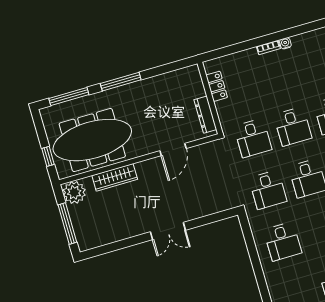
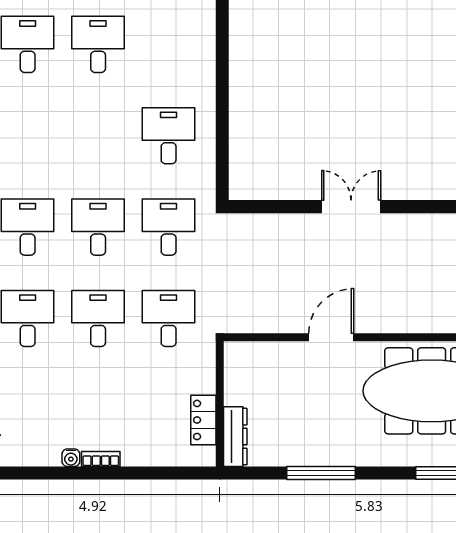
window: (121, 82) -> (321, 473), moved
dresser: (205, 115) -> (235, 437), moved
door: (173, 150) -> (331, 337), moved
wardrobe: (115, 177) -> (413, 319), removed

